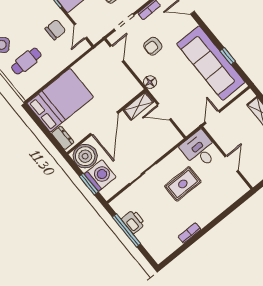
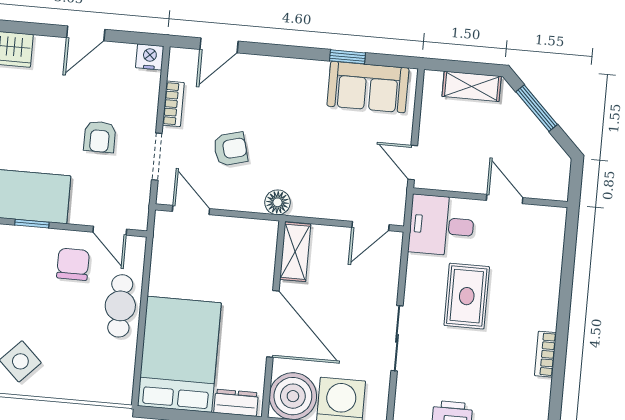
armchair: (153, 46) -> (230, 149), turned -105
cafe table: (26, 61) -> (120, 306), moved
sofa: (211, 63) -> (368, 87), width x0.54, depth x0.79
door: (164, 112) -> (370, 226), moved

